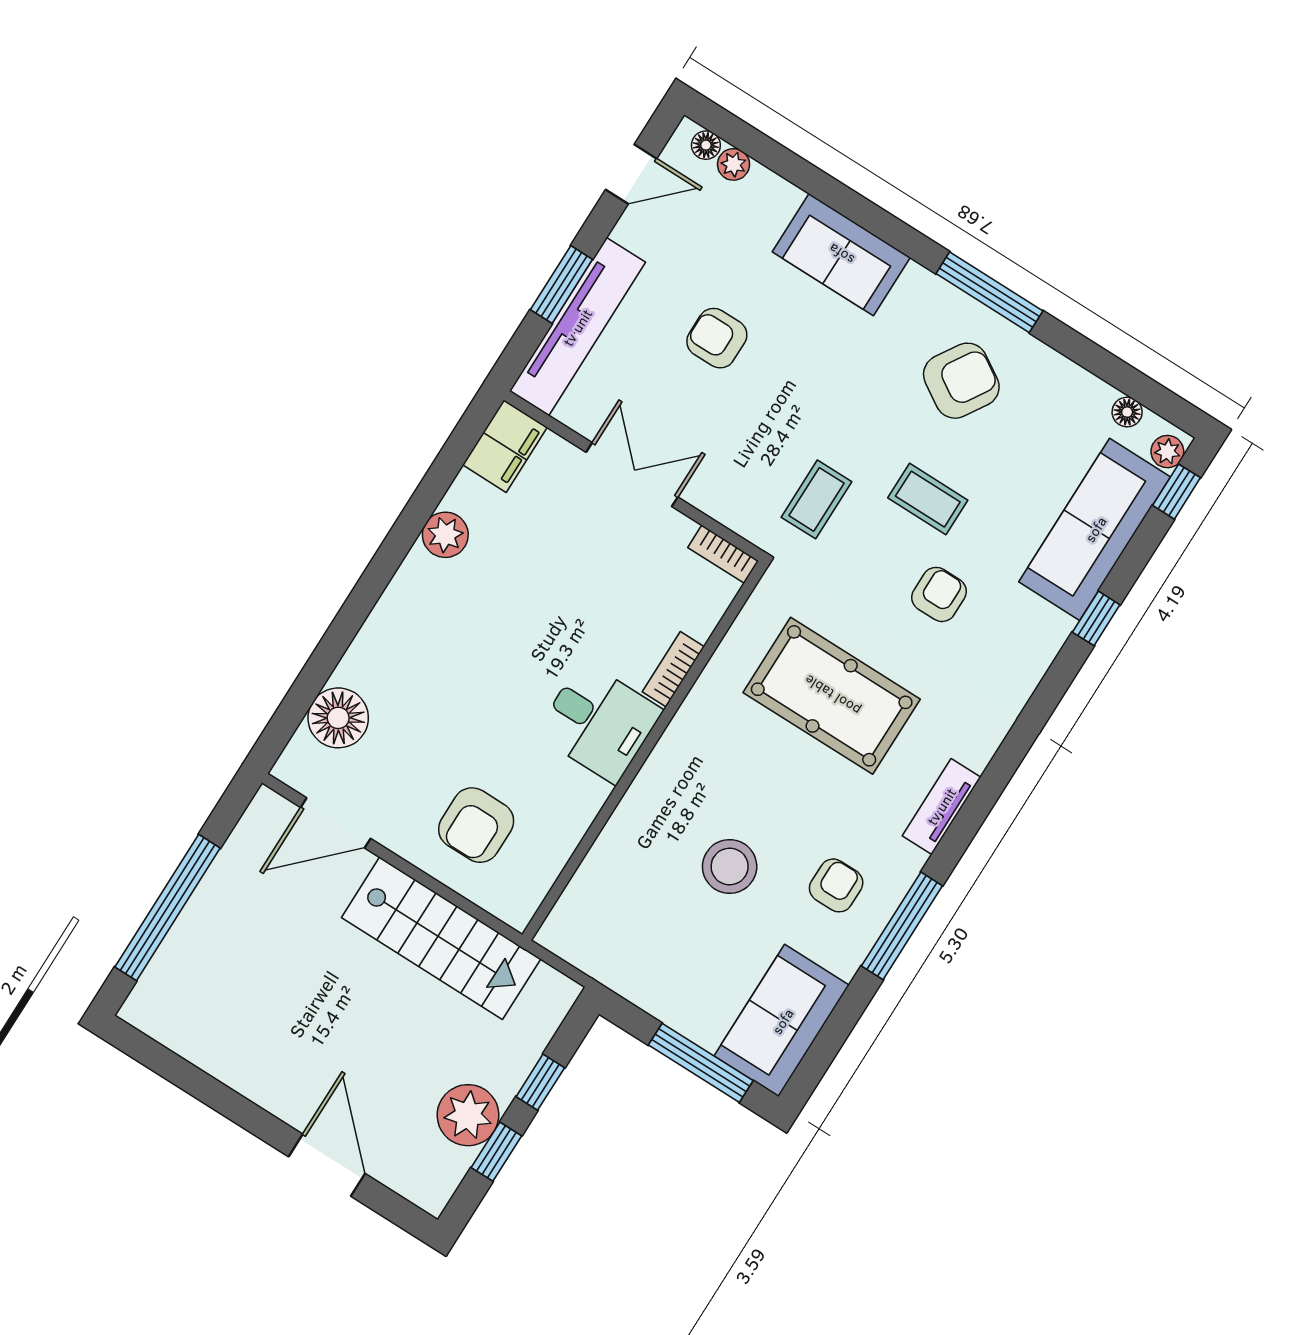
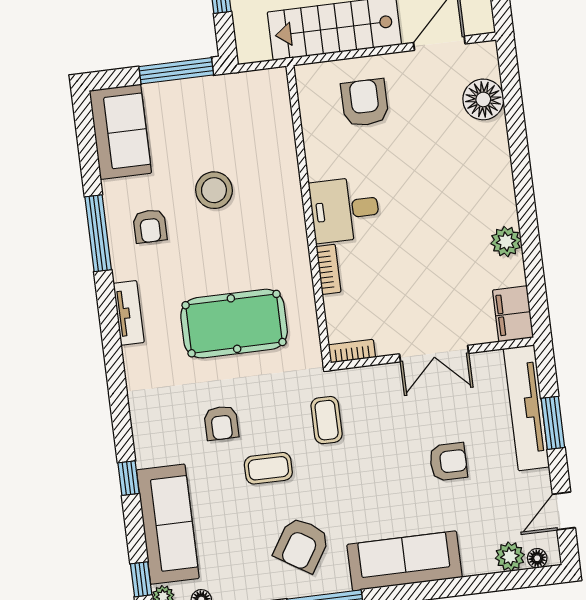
plant: (734, 164) -> (510, 557), width x1.38, depth x1.38
sofa: (841, 255) -> (405, 561), width x1.36
window: (701, 1063) -> (176, 71), moved

